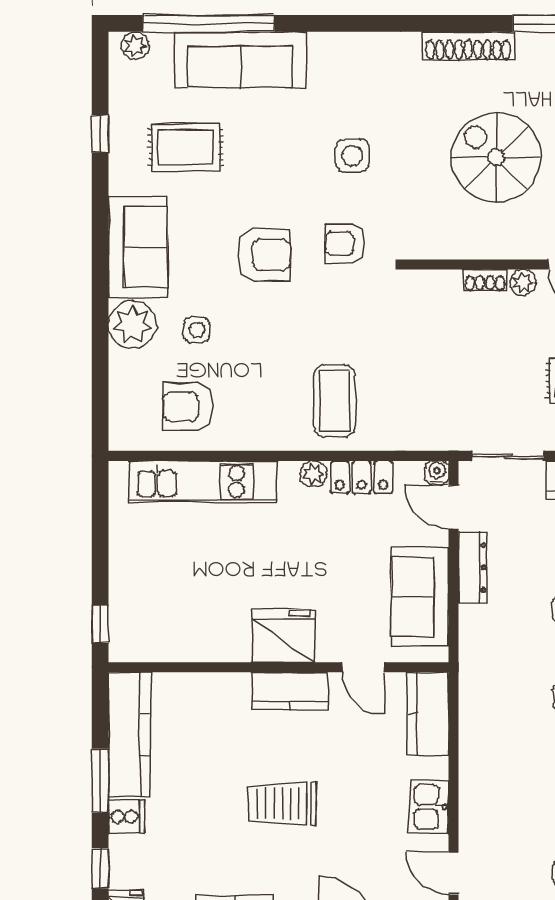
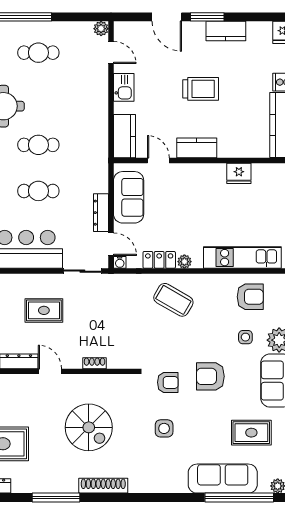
plant: (523, 282) -> (75, 362), removed
coffee table: (334, 401) -> (173, 300), turned -60
fridge: (283, 636) -> (239, 173), moved, width x0.73, depth x0.75

